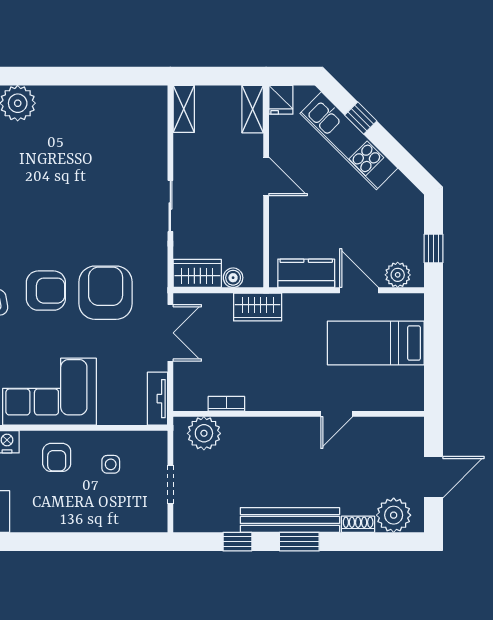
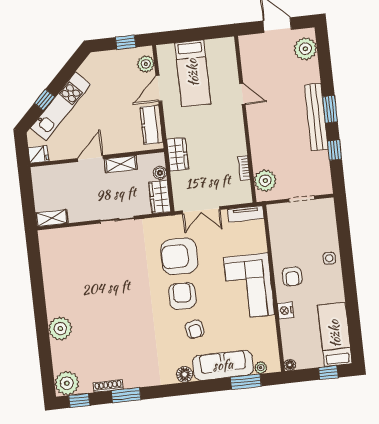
shelving: (253, 109) -> (121, 164), moved
double door: (170, 333) -> (201, 210), swing flipped
armchair: (57, 457) -> (292, 276), turned 90
side table: (111, 464) -> (329, 258), moved
shoe rack: (358, 524) -> (314, 72), removed

